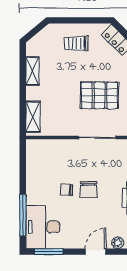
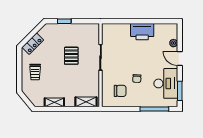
pallet: (99, 95) -> (71, 56), width x0.67, depth x0.71
chair: (88, 190) -> (120, 91), moved
desk: (43, 227) -> (166, 83), moved, turned -90

